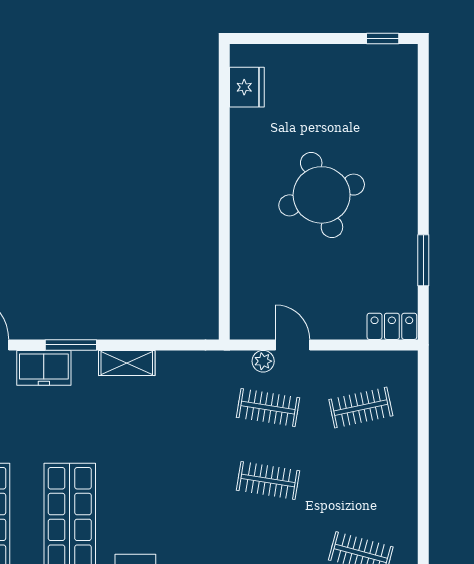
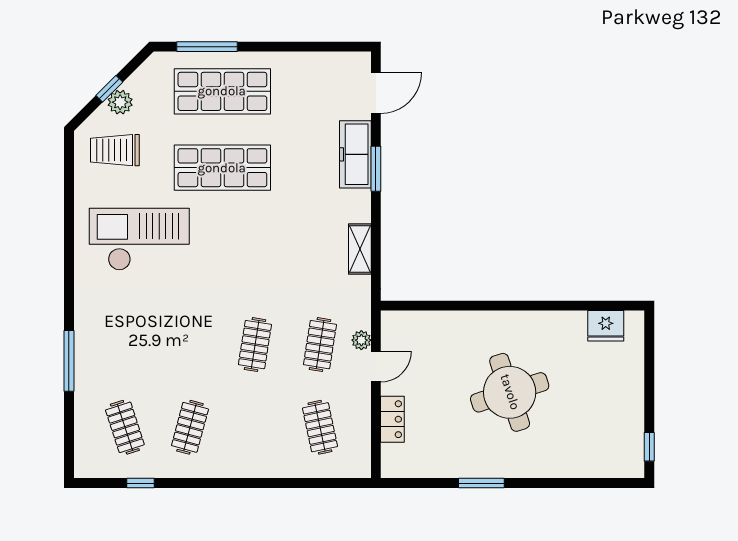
window: (423, 260) -> (481, 483), moved
locker: (392, 326) -> (392, 419), moved
shelving: (127, 363) -> (360, 249), moved
freezer: (44, 368) -> (355, 154), width x1.40

